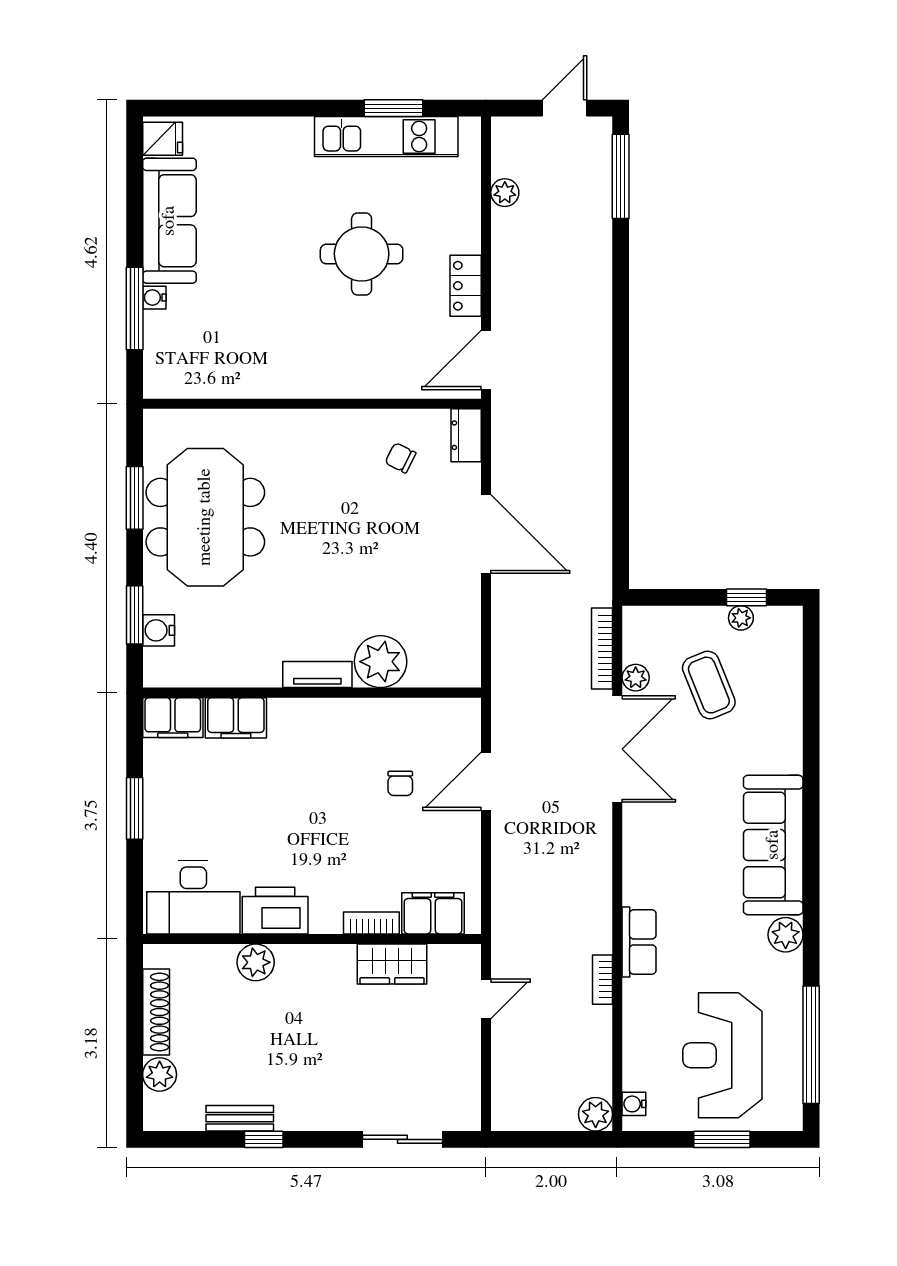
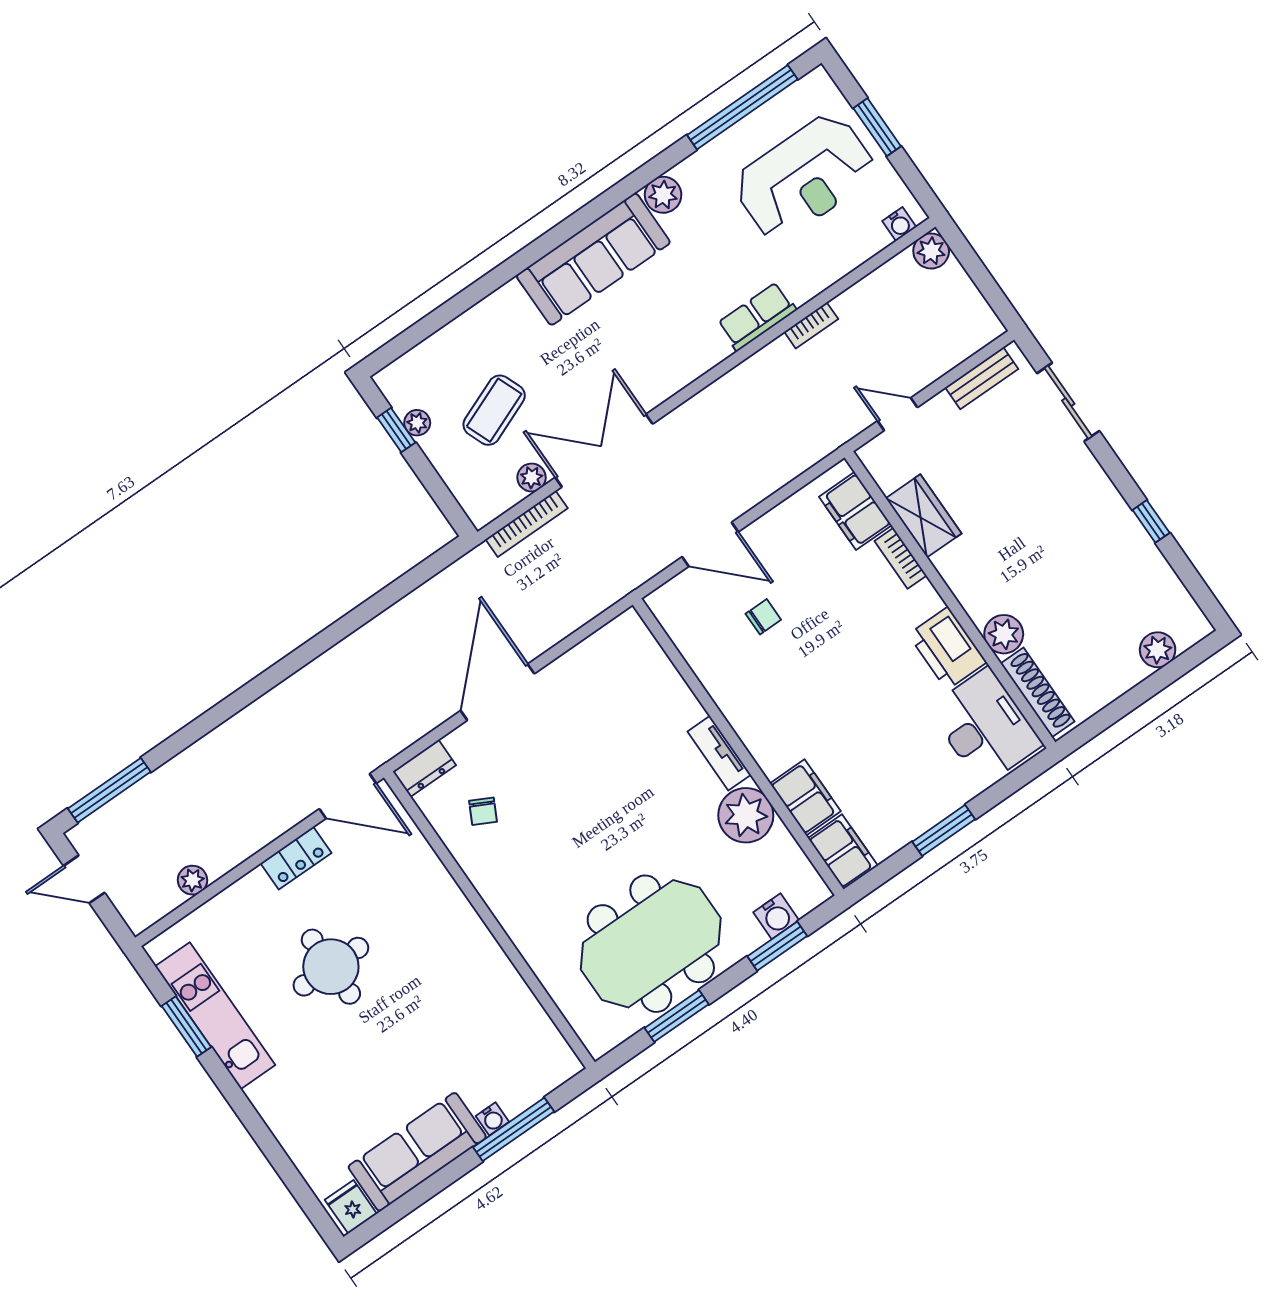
plant: (381, 662) -> (746, 815), moved
shoe rack: (156, 1012) -> (1038, 692), moved, turned 90
bench: (240, 1118) -> (982, 378), moved, turned 90

